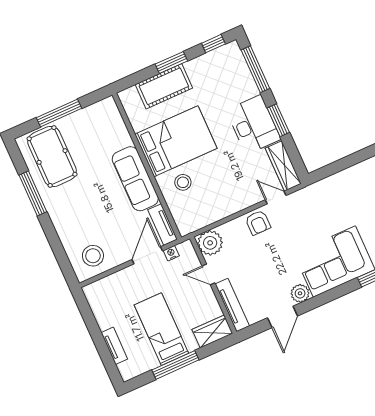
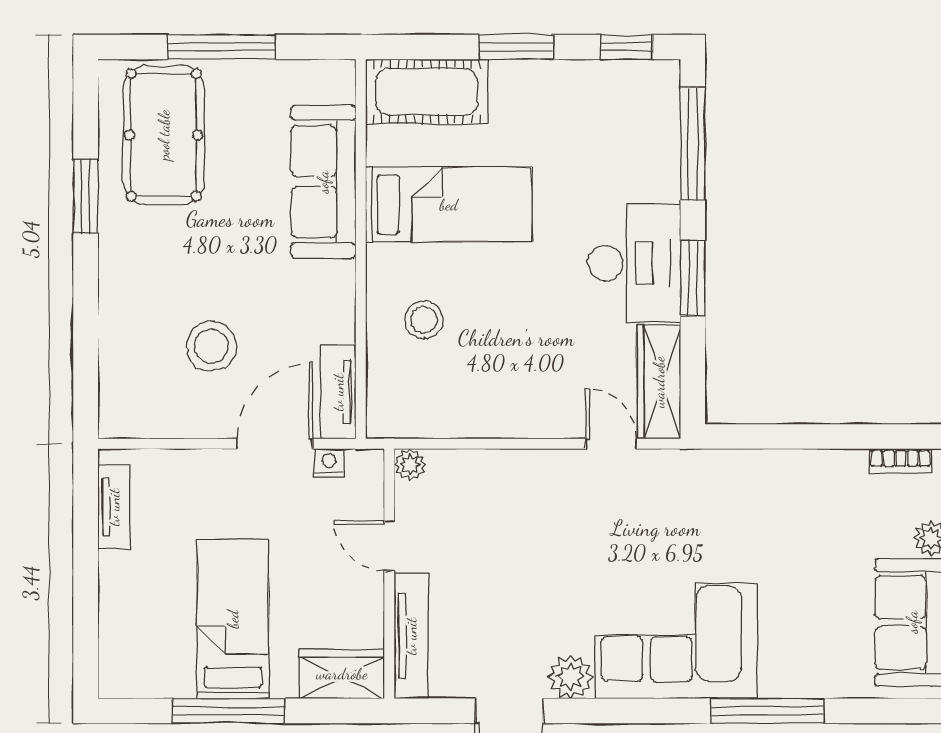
cot: (164, 86) -> (427, 92), moved
bed: (176, 141) -> (449, 205), width x0.67
sofa: (135, 179) -> (323, 182), moved
window: (33, 193) -> (86, 197), width x0.69
armchair: (258, 223) -> (548, 481), removed
plant: (210, 243) -> (410, 465), width x0.53, depth x0.53
stool: (93, 256) -> (211, 346), moved
tv unit: (114, 346) -> (114, 507), moved

